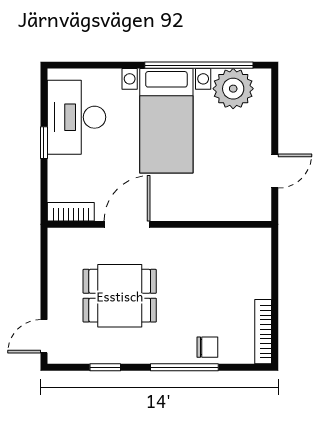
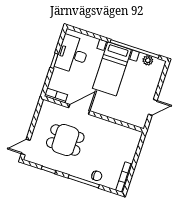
plant: (233, 89) -> (148, 60), width x0.53, depth x0.53

